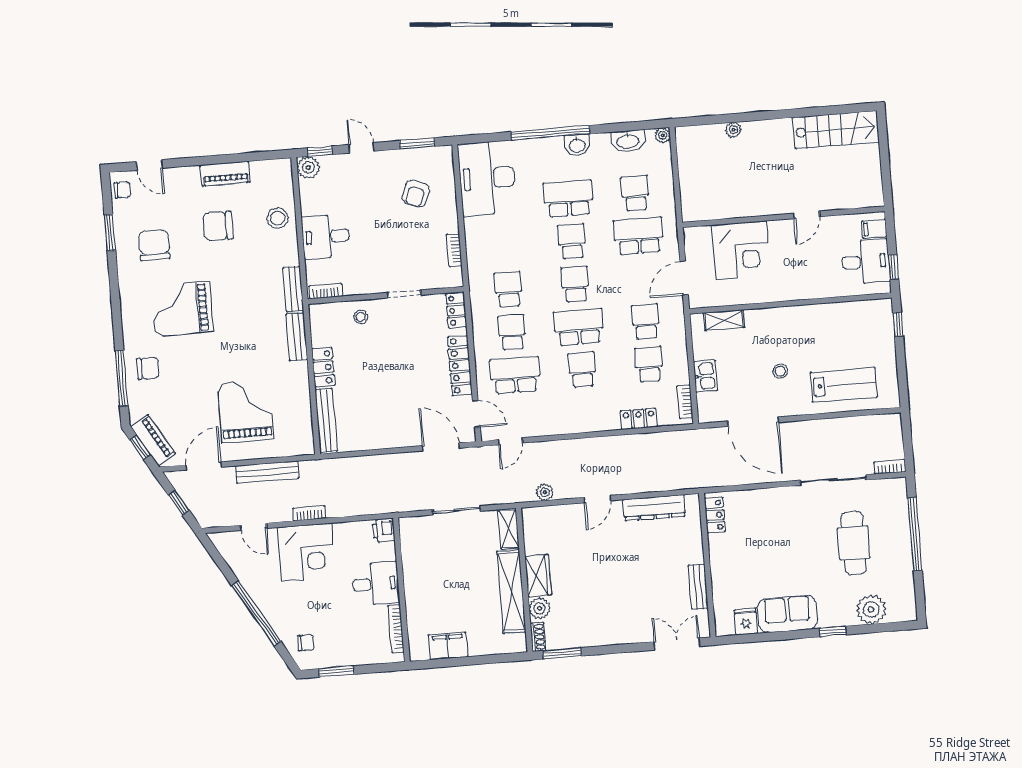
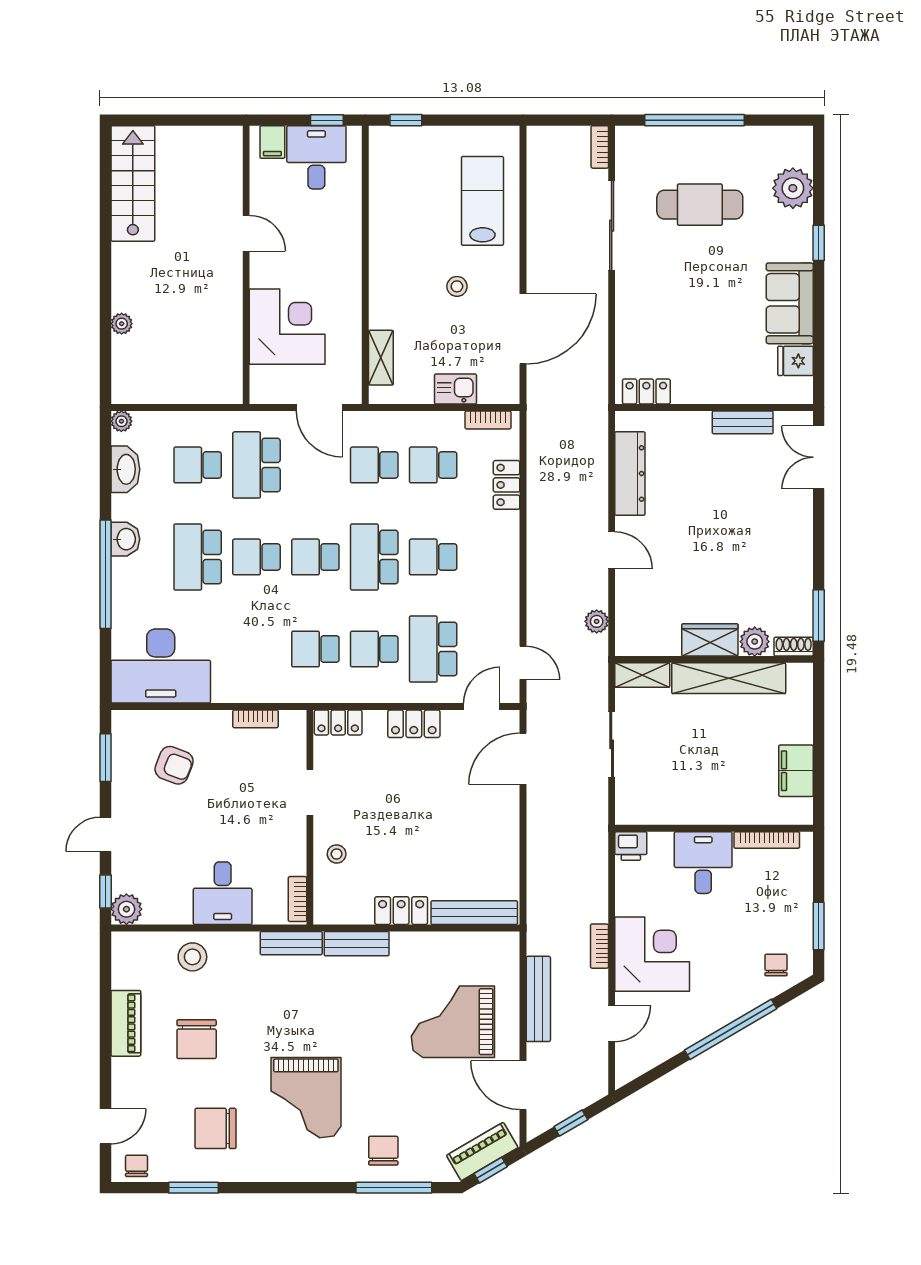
locker: (460, 365) -> (414, 724), width x0.66

